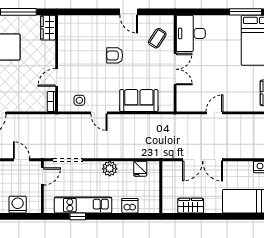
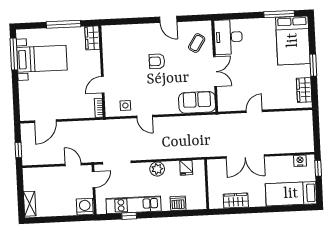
sofa: (139, 101) -> (197, 102), moved
washing machine: (18, 205) -> (85, 207), moved

